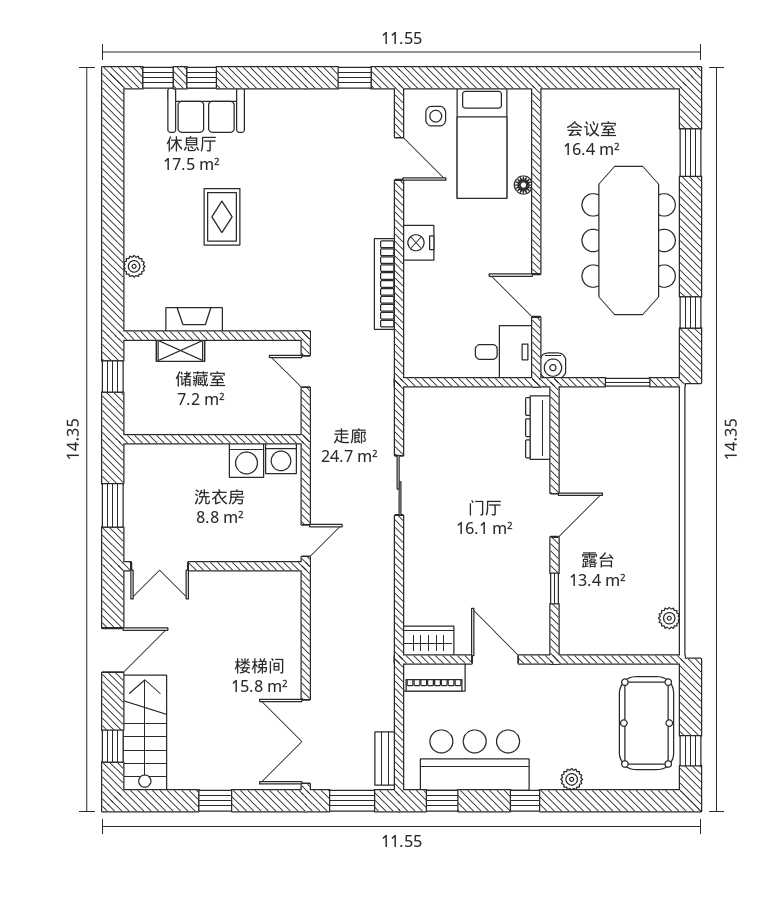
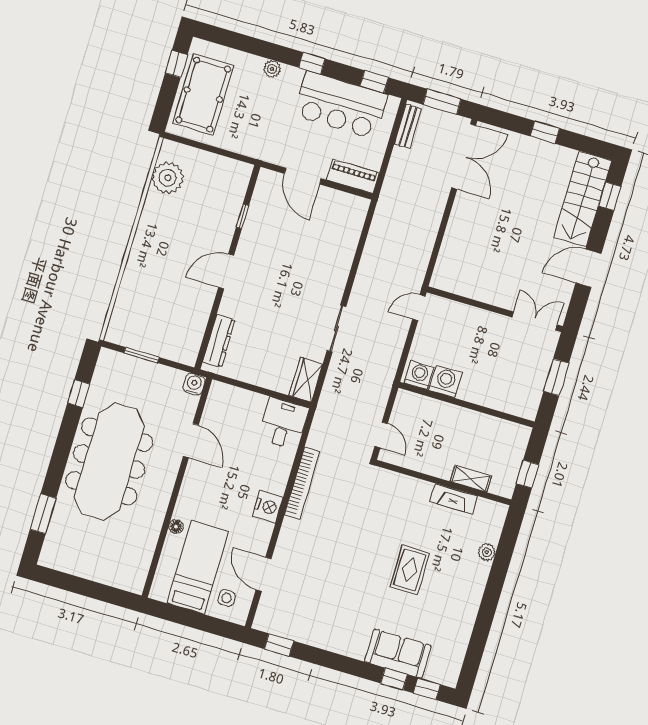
desk: (504, 352) -> (283, 424), moved, turned 90
plant: (669, 618) -> (168, 178), width x1.87, depth x1.87
wardrobe: (428, 641) -> (306, 380), moved, turned 90

